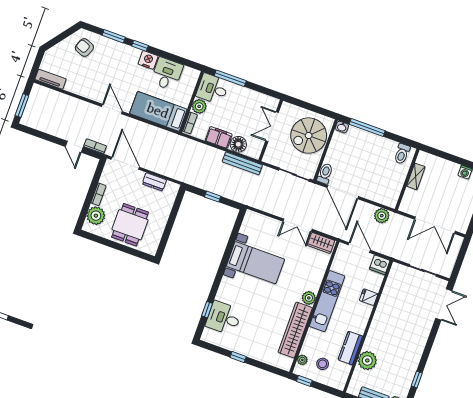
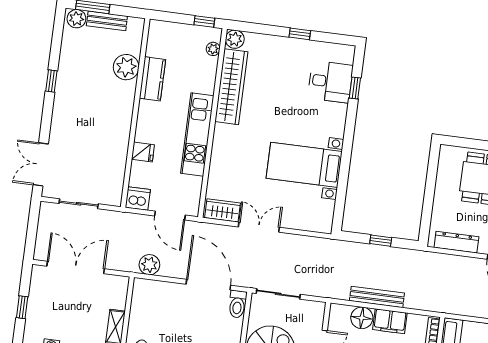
bench: (242, 163) -> (377, 297), moved
dresser: (154, 182) -> (456, 242), width x1.44
plant: (309, 298) -> (235, 39), moved
stool: (323, 364) -> (185, 49), removed
window: (417, 379) -> (51, 81), moved

